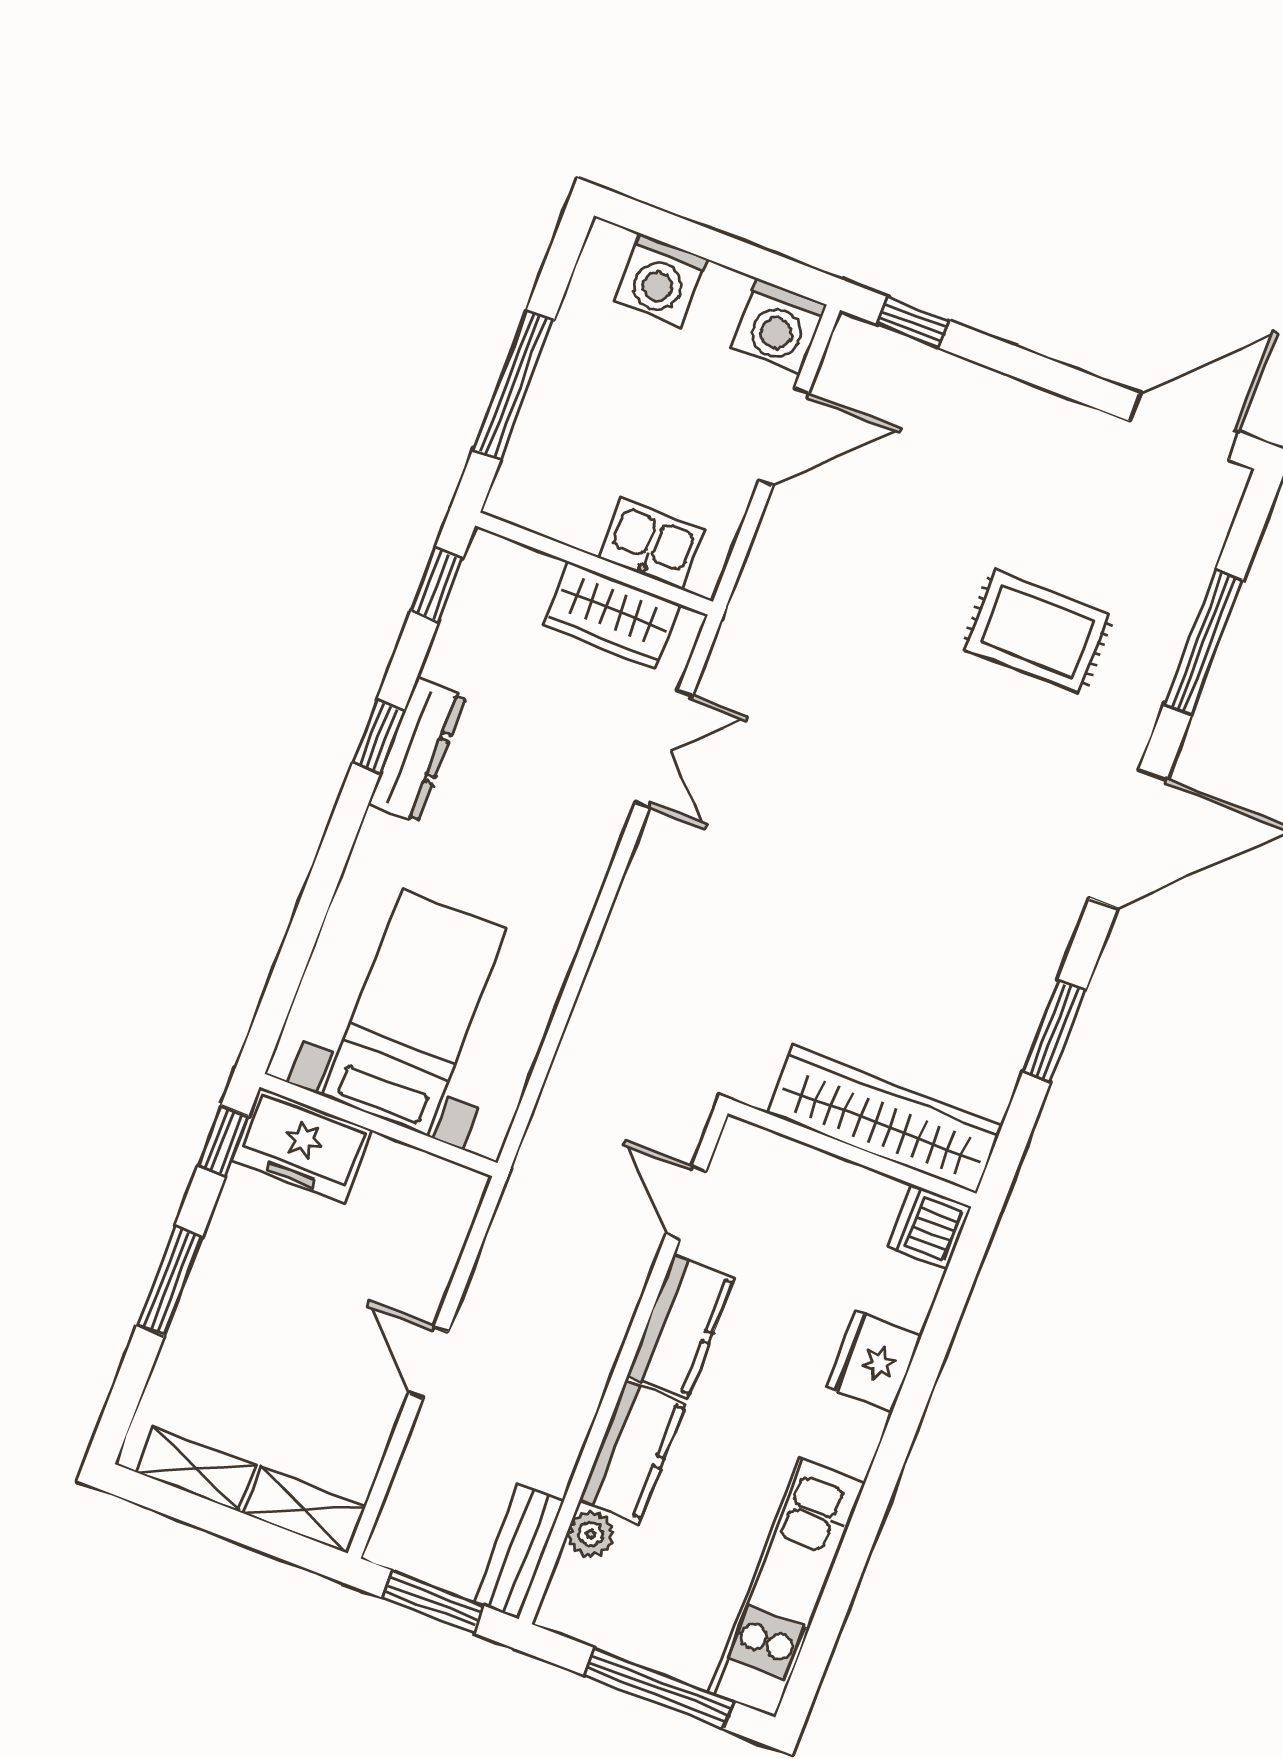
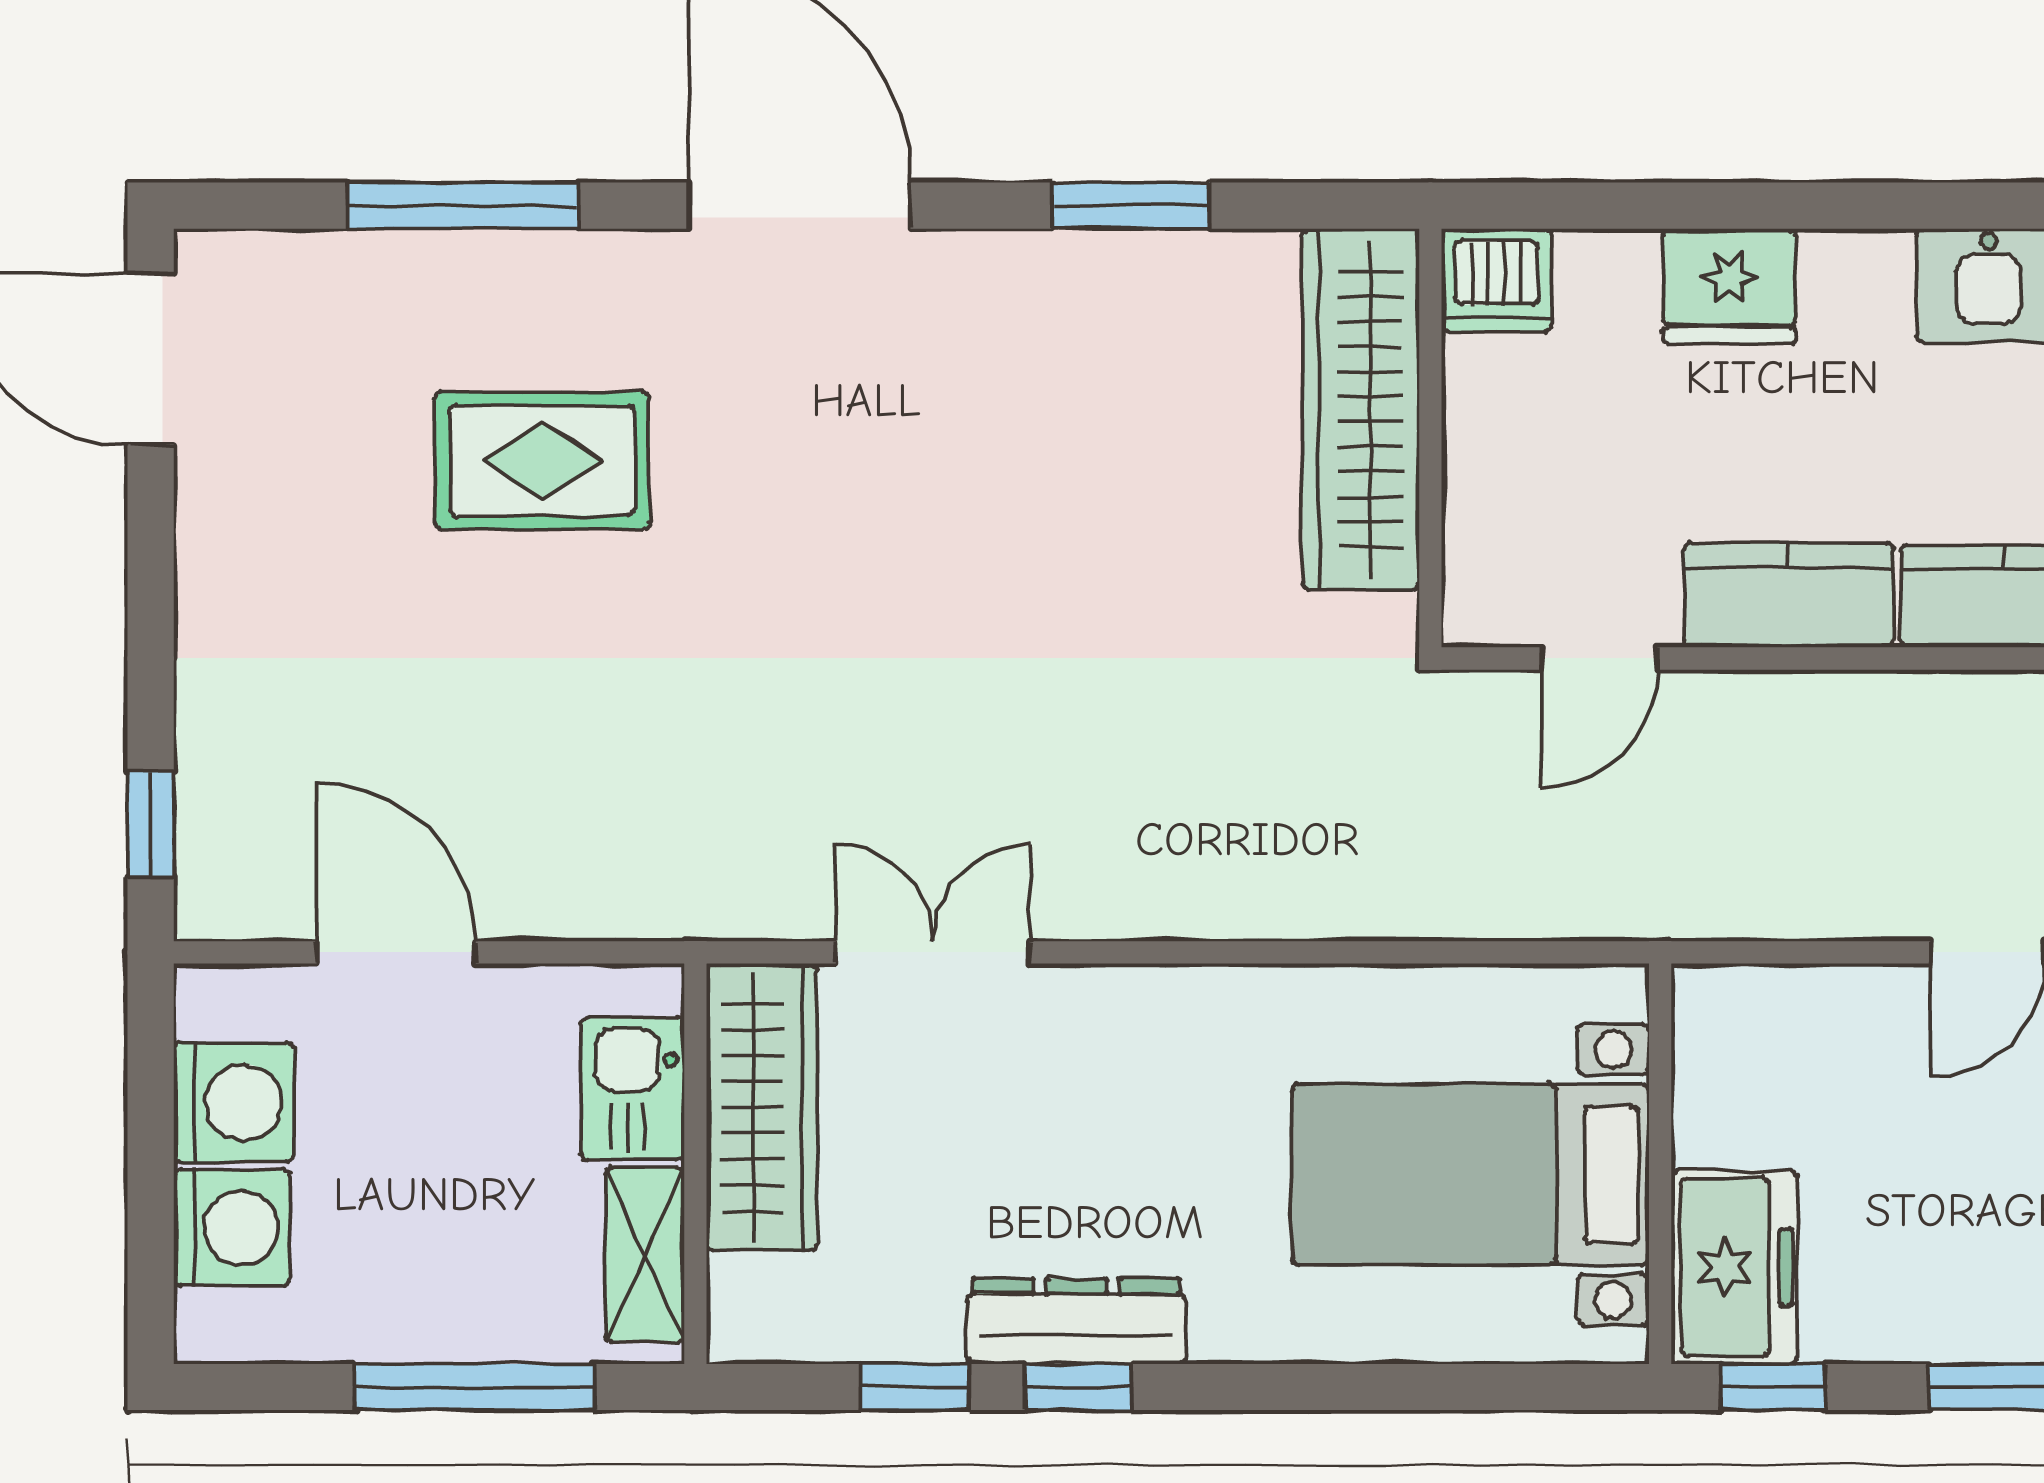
washing machine: (779, 326) -> (234, 1102), moved
shelving: (552, 514) -> (645, 1255), added
window: (437, 585) -> (915, 1387), moved
wardrobe: (612, 615) -> (762, 1107), width x1.50
rug: (1037, 631) -> (542, 461), turned 90

